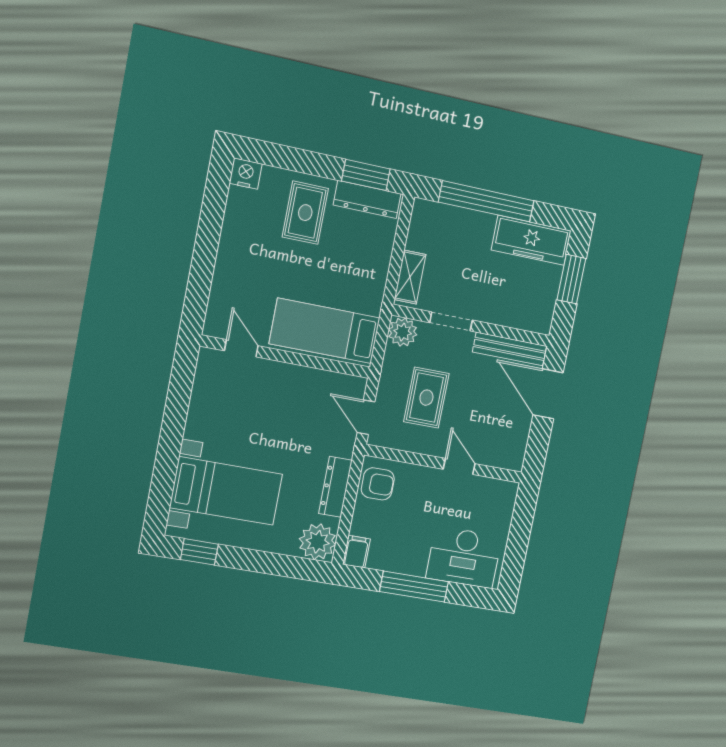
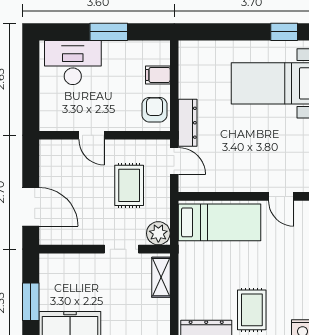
bench: (510, 349) -> (70, 237), removed
armchair: (378, 484) -> (155, 110), turned 90
dresser: (335, 487) -> (188, 123), moved
plant: (318, 542) -> (193, 55), removed
filing cabinet: (357, 552) -> (158, 75), moved, turned 90
window: (414, 587) -> (109, 32), width x0.69

